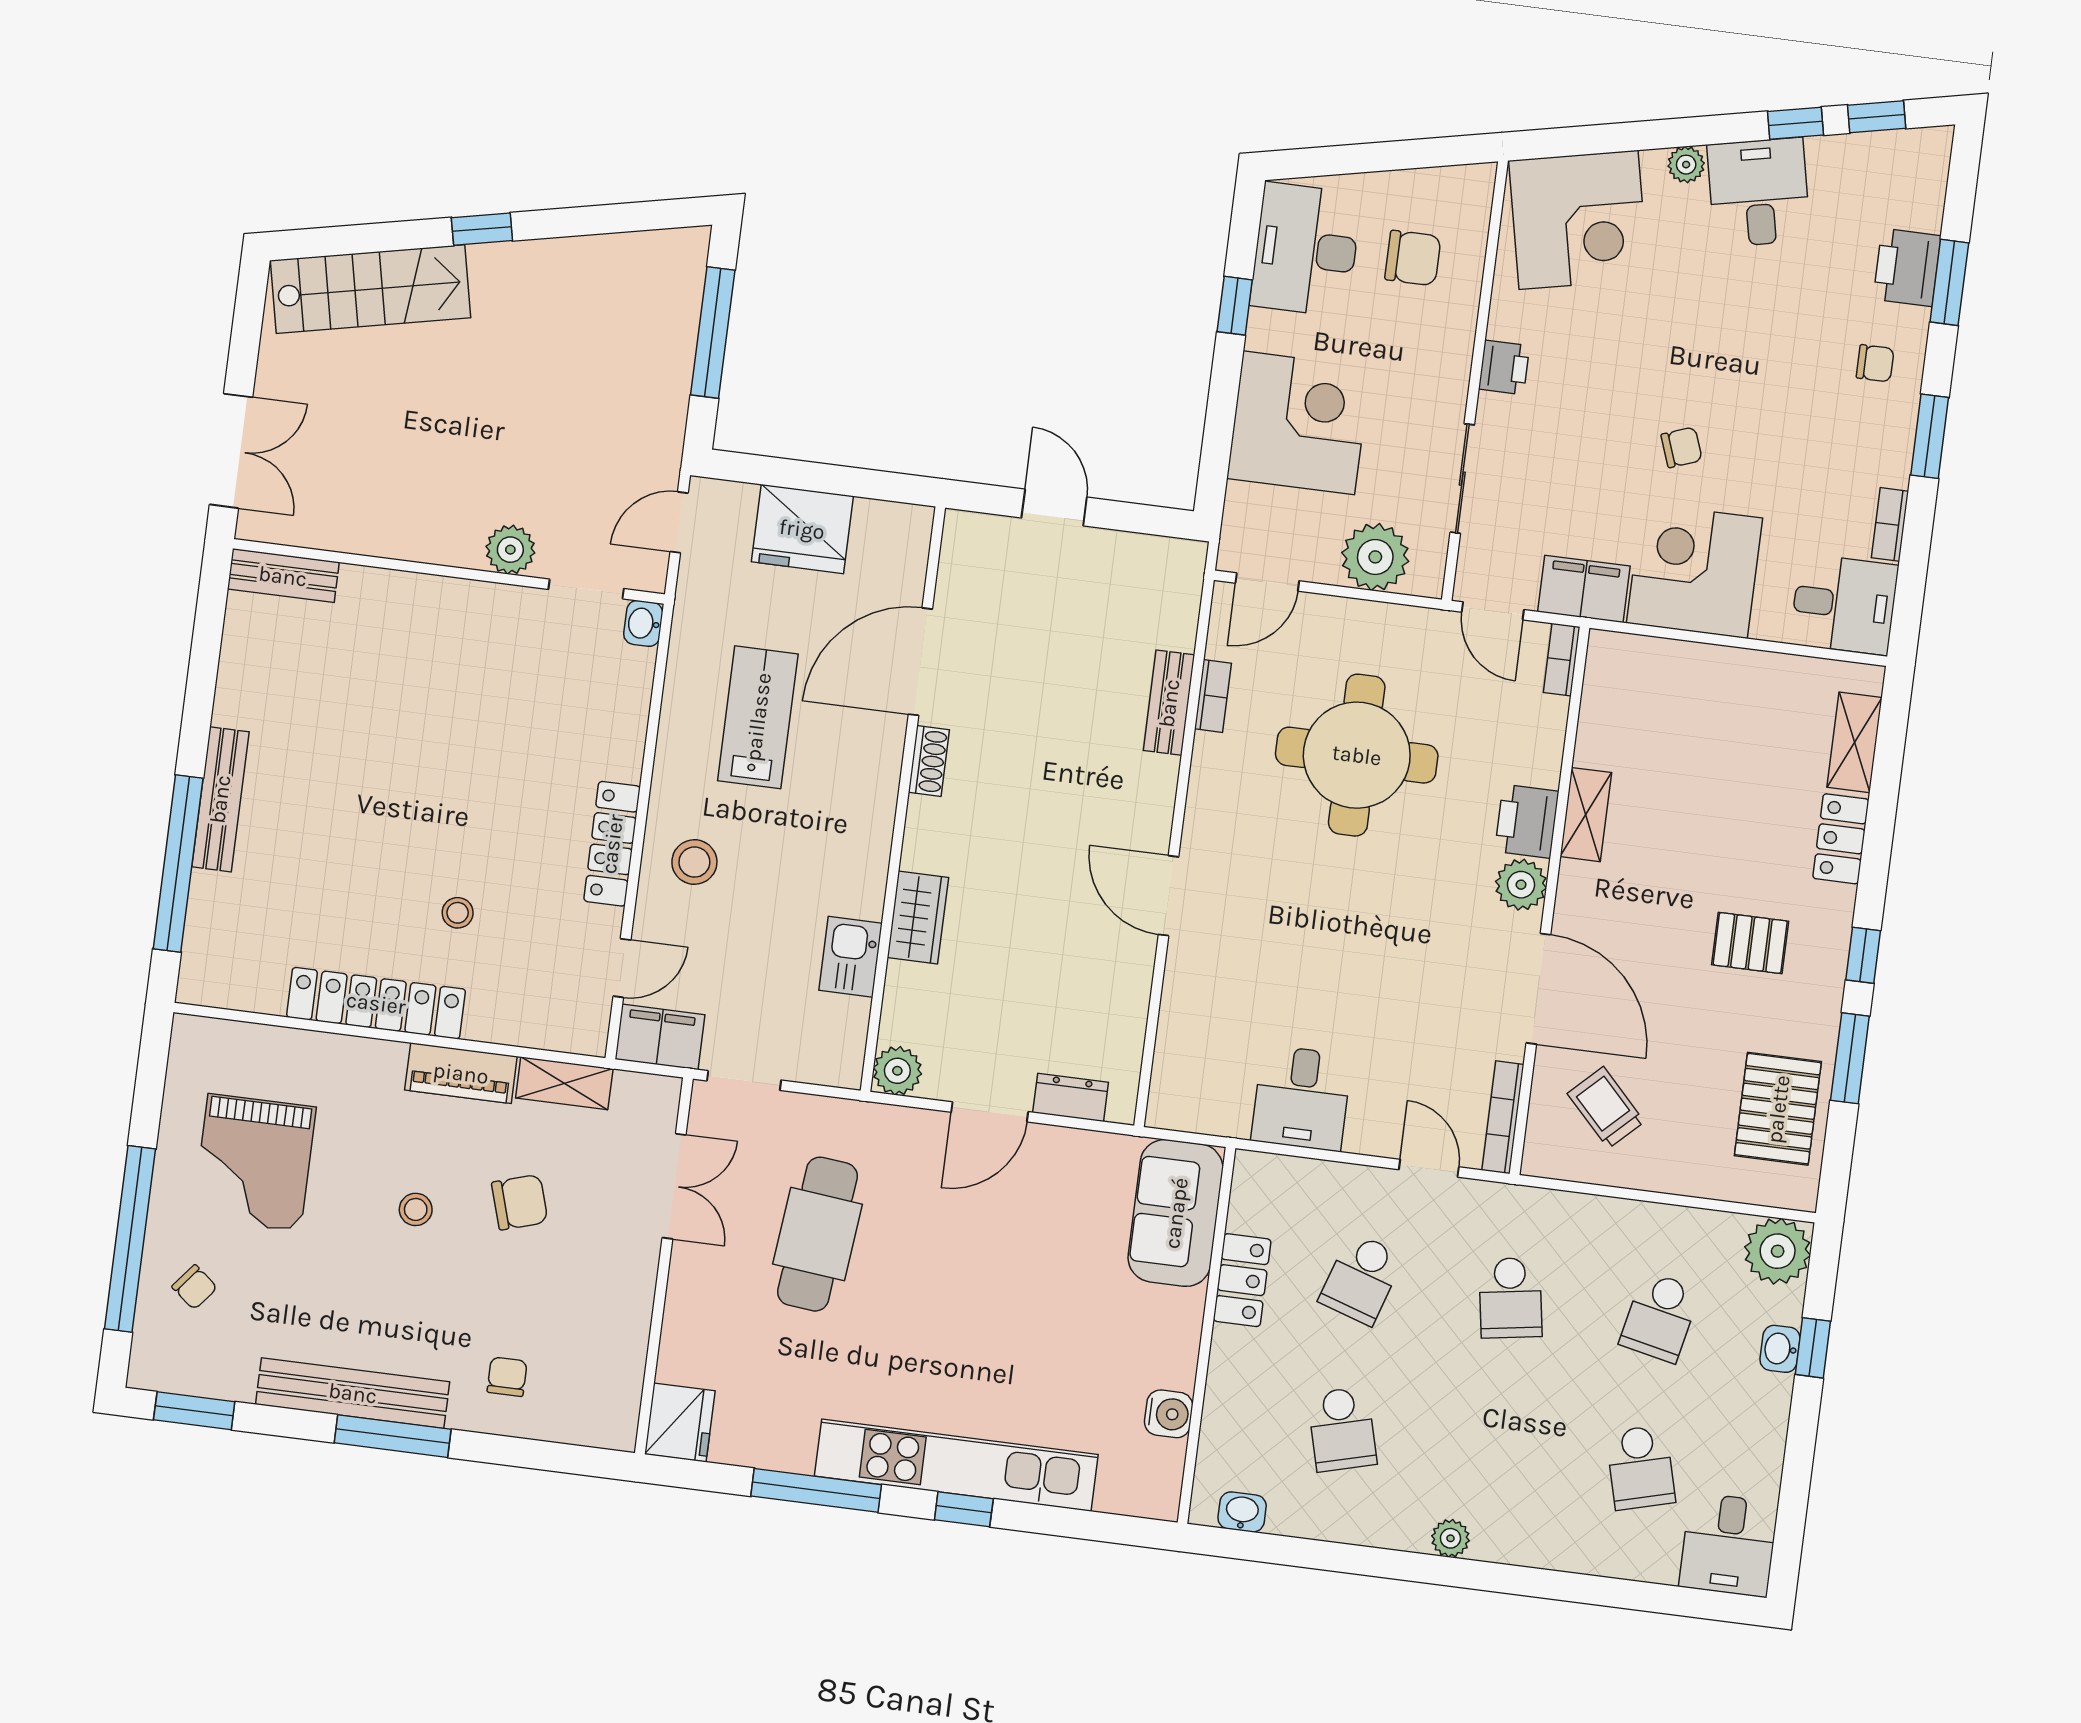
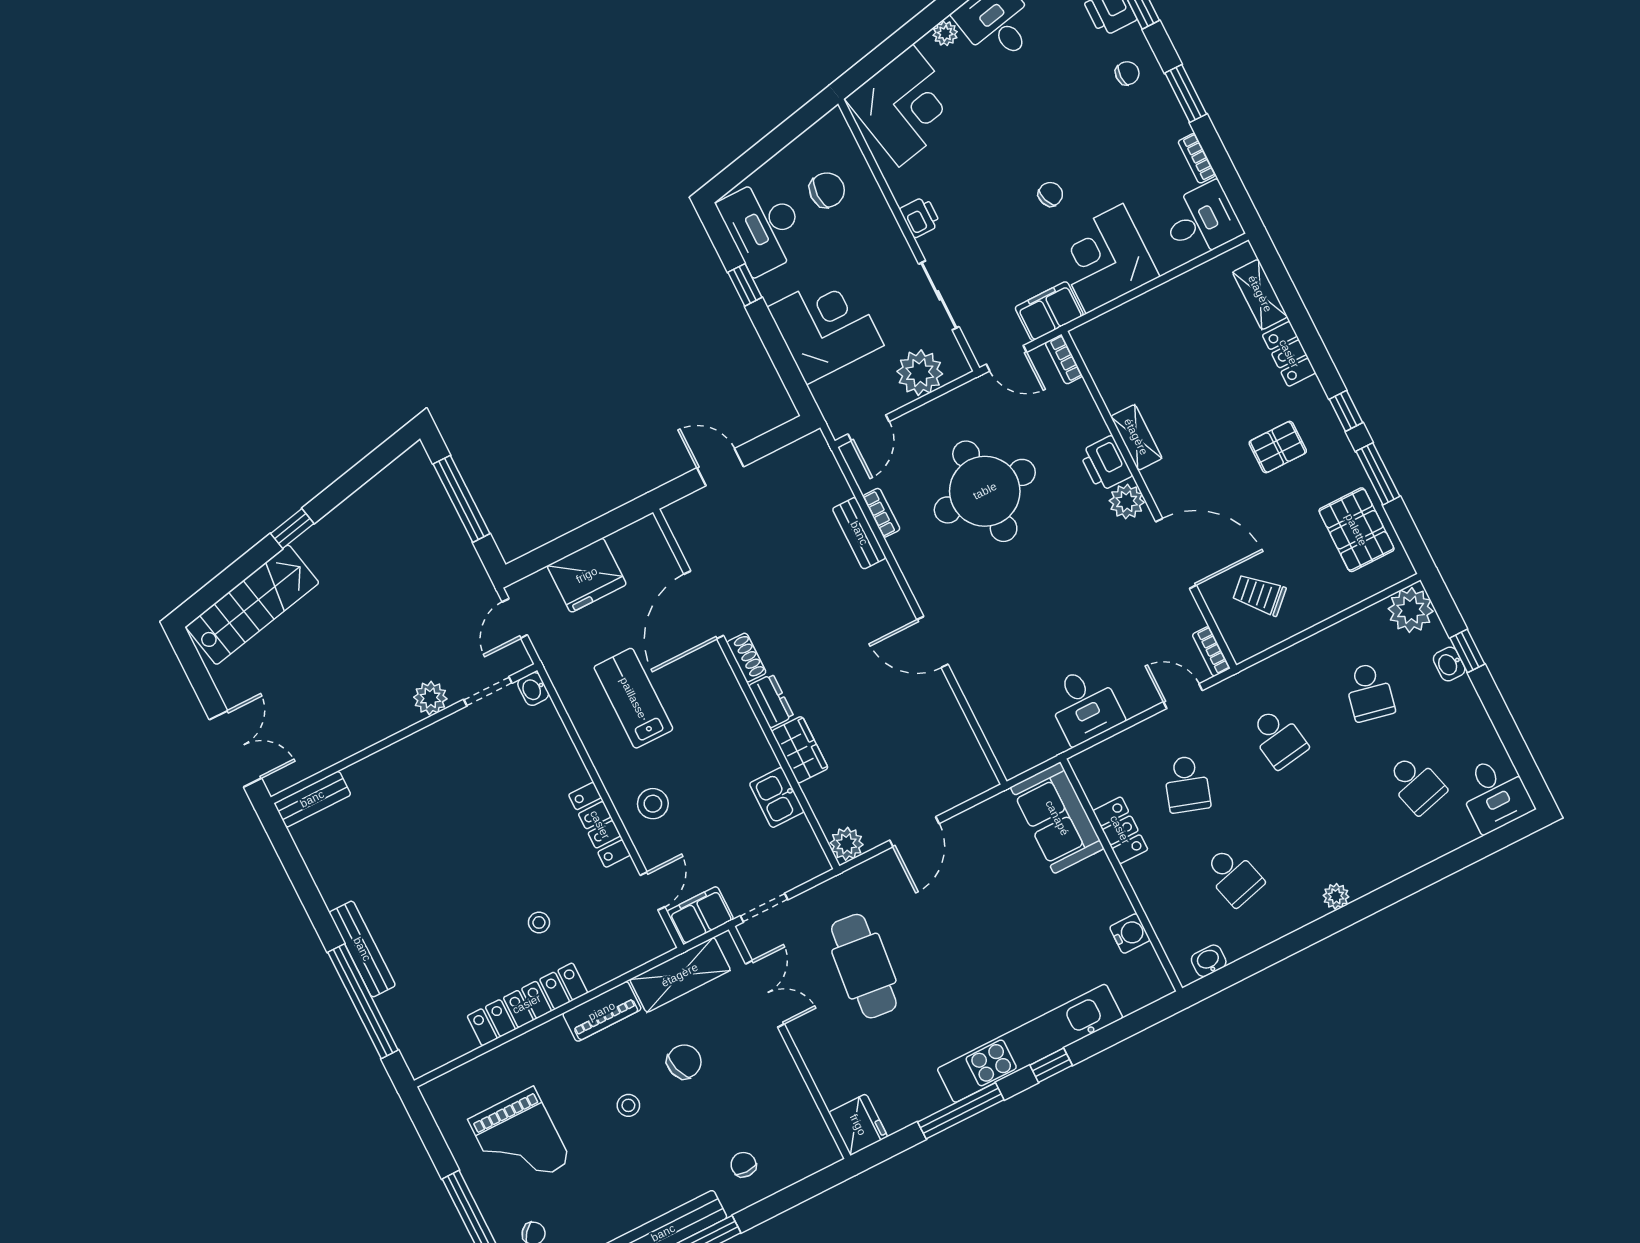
shelving: (564, 1083) -> (680, 975), width x1.50, depth x1.33
dresser: (1071, 1097) -> (771, 701), moved, turned 90
bookcase: (1503, 1117) -> (1211, 651), width x0.64

